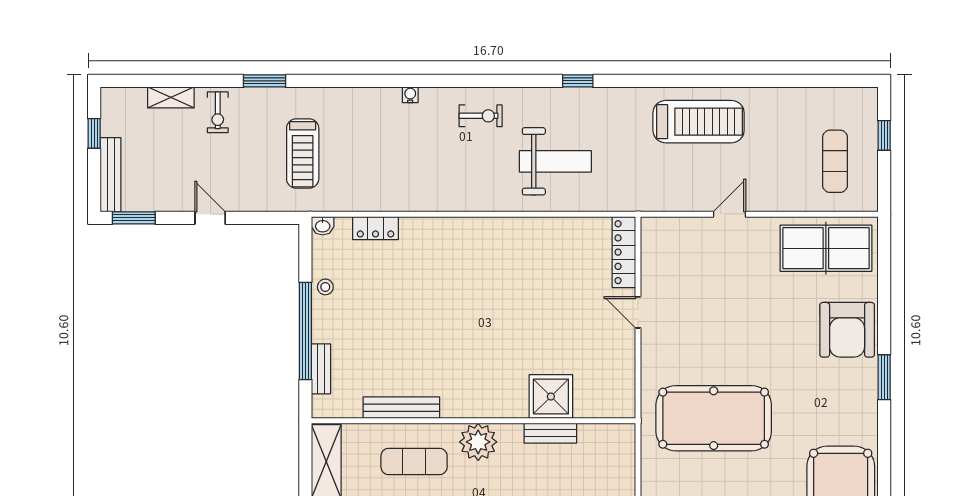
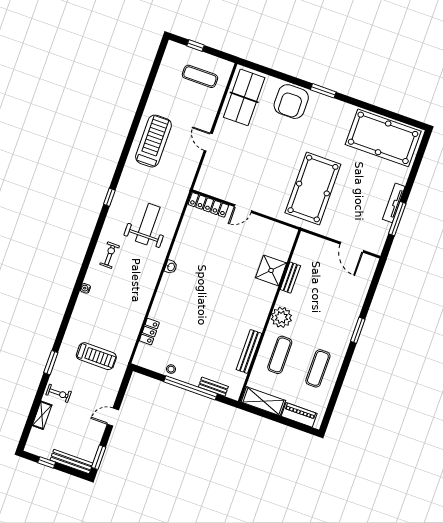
washbasin: (323, 226) -> (171, 267), moved
armchair: (847, 330) -> (291, 102), turned 90

